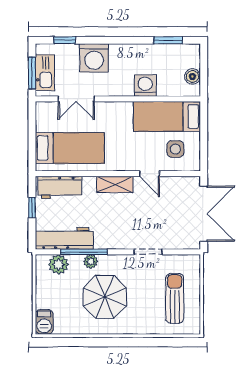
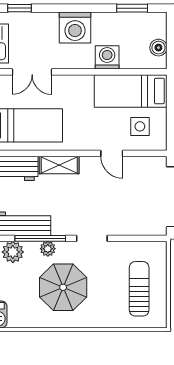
washing machine: (94, 58) -> (75, 27), moved
shelving: (115, 184) -> (59, 165), moved
doorway: (148, 252) -> (92, 238), moved

